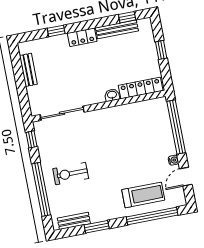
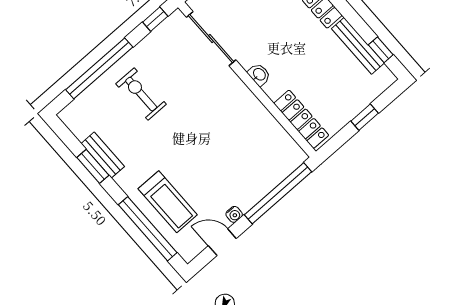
washbasin: (112, 95) -> (259, 75), moved
bench: (74, 221) -> (103, 155), moved

